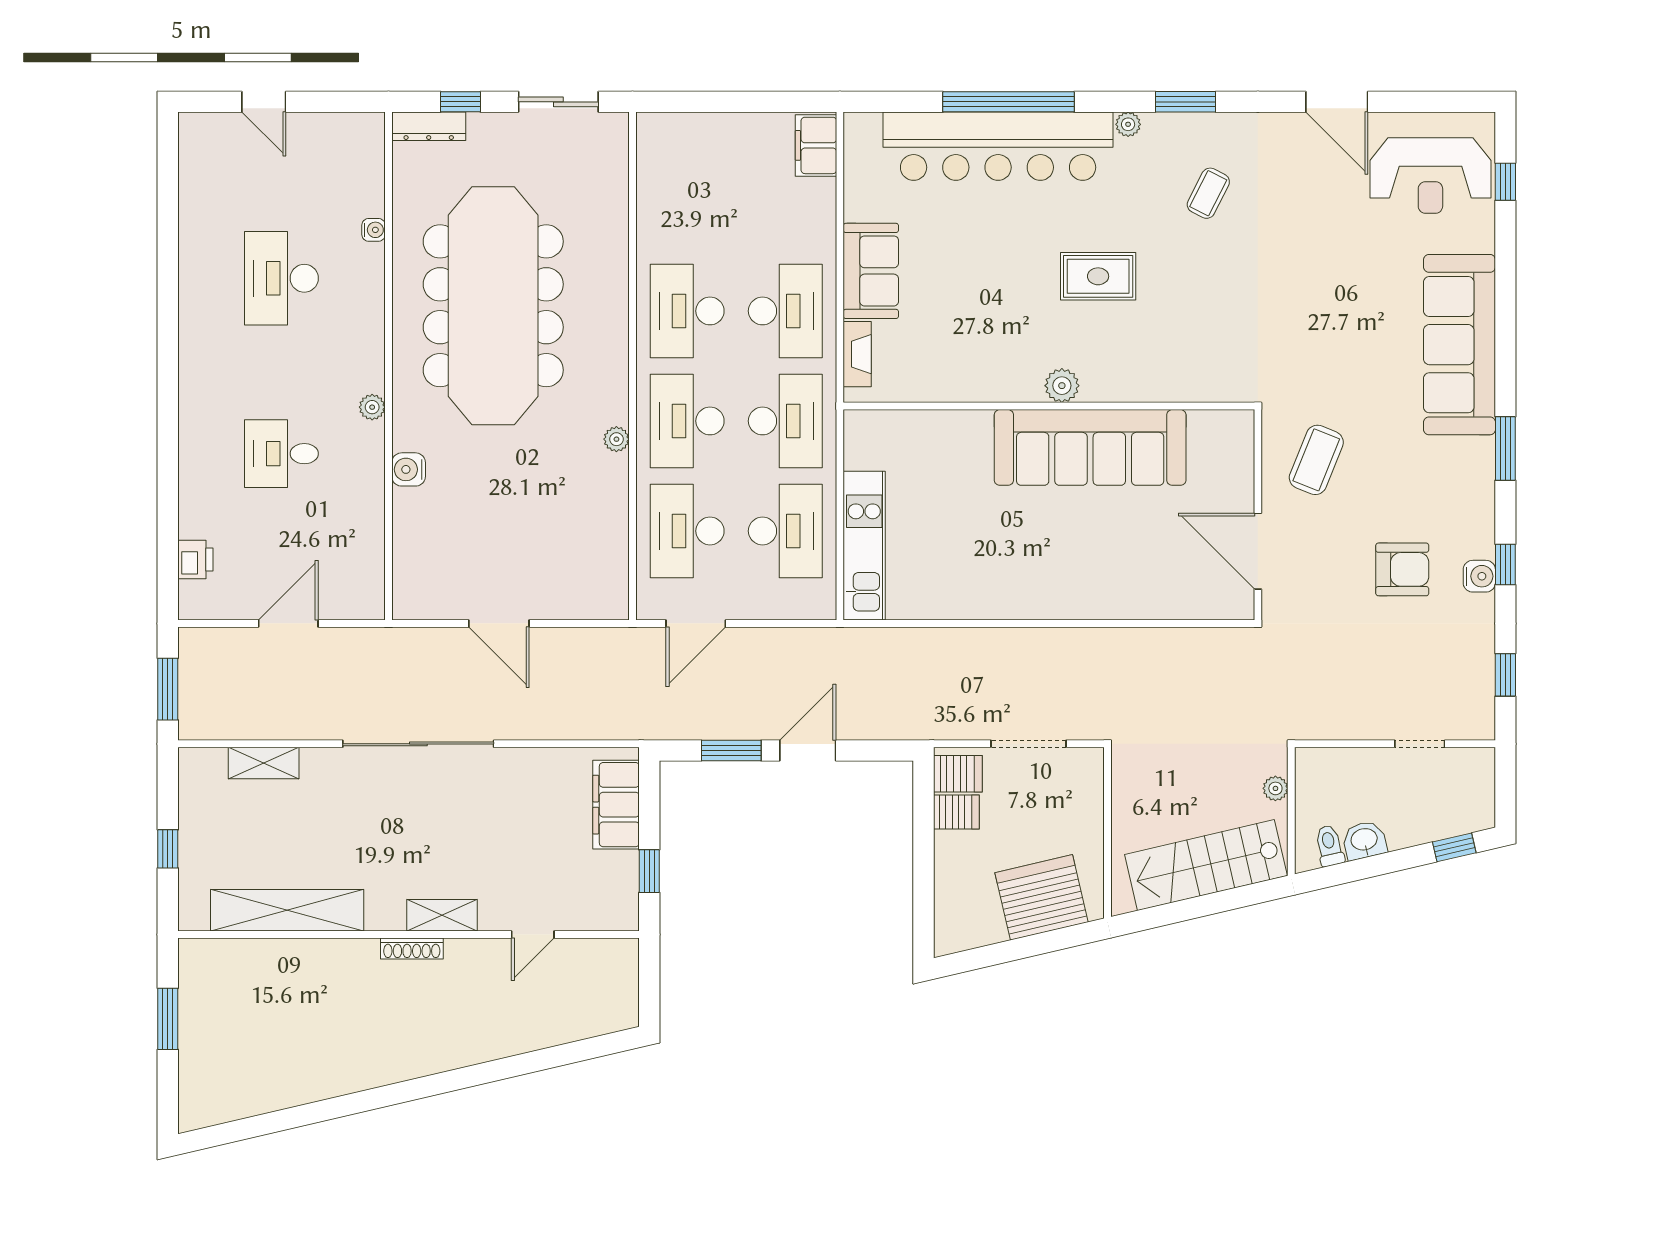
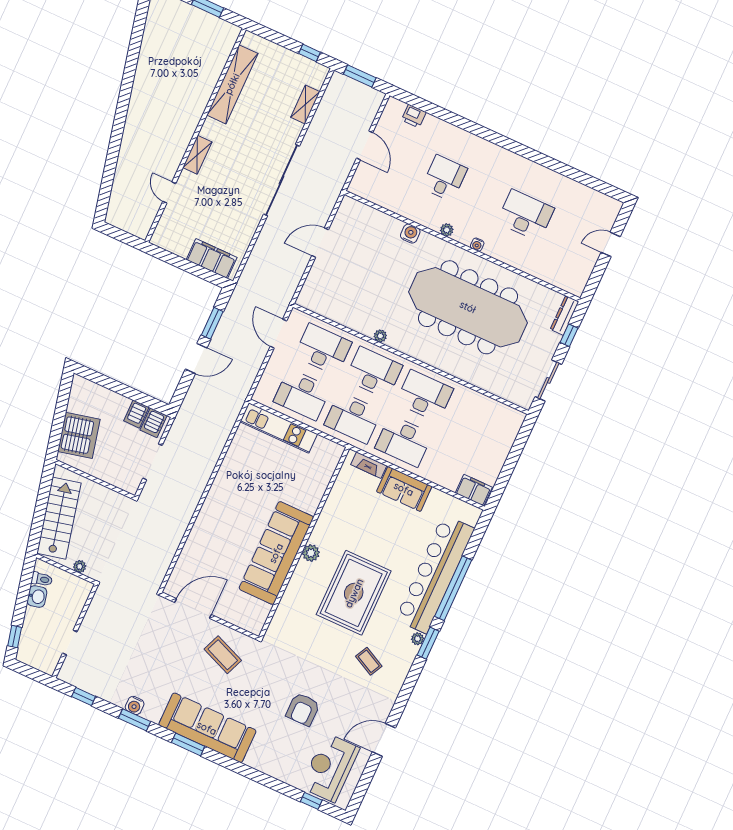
window: (1186, 102) -> (428, 643), moved
water cooler: (374, 230) -> (477, 245), moved
rug: (1098, 276) -> (354, 593), width x1.86, depth x2.06
sofa: (1459, 345) -> (207, 728), moved
window: (1505, 564) -> (135, 720), width x1.50
armchair: (1402, 569) -> (303, 709), moved
door: (808, 751) -> (196, 358), hinge flipped
window: (168, 849) -> (309, 53), moved
window: (649, 871) -> (174, 260), removed
shoe rack: (412, 948) -> (188, 134), removed

